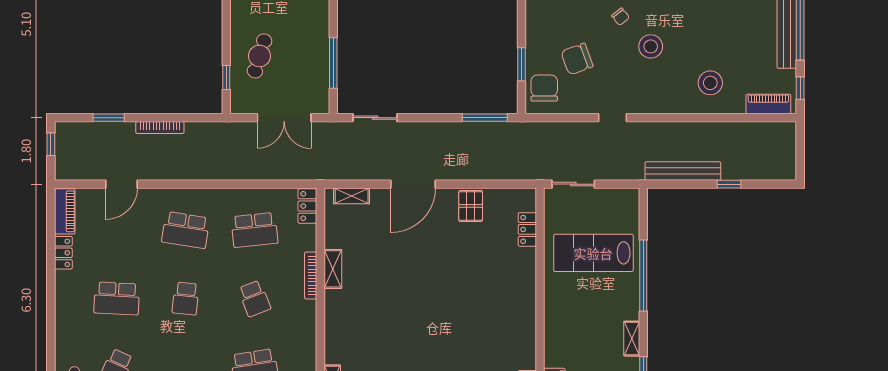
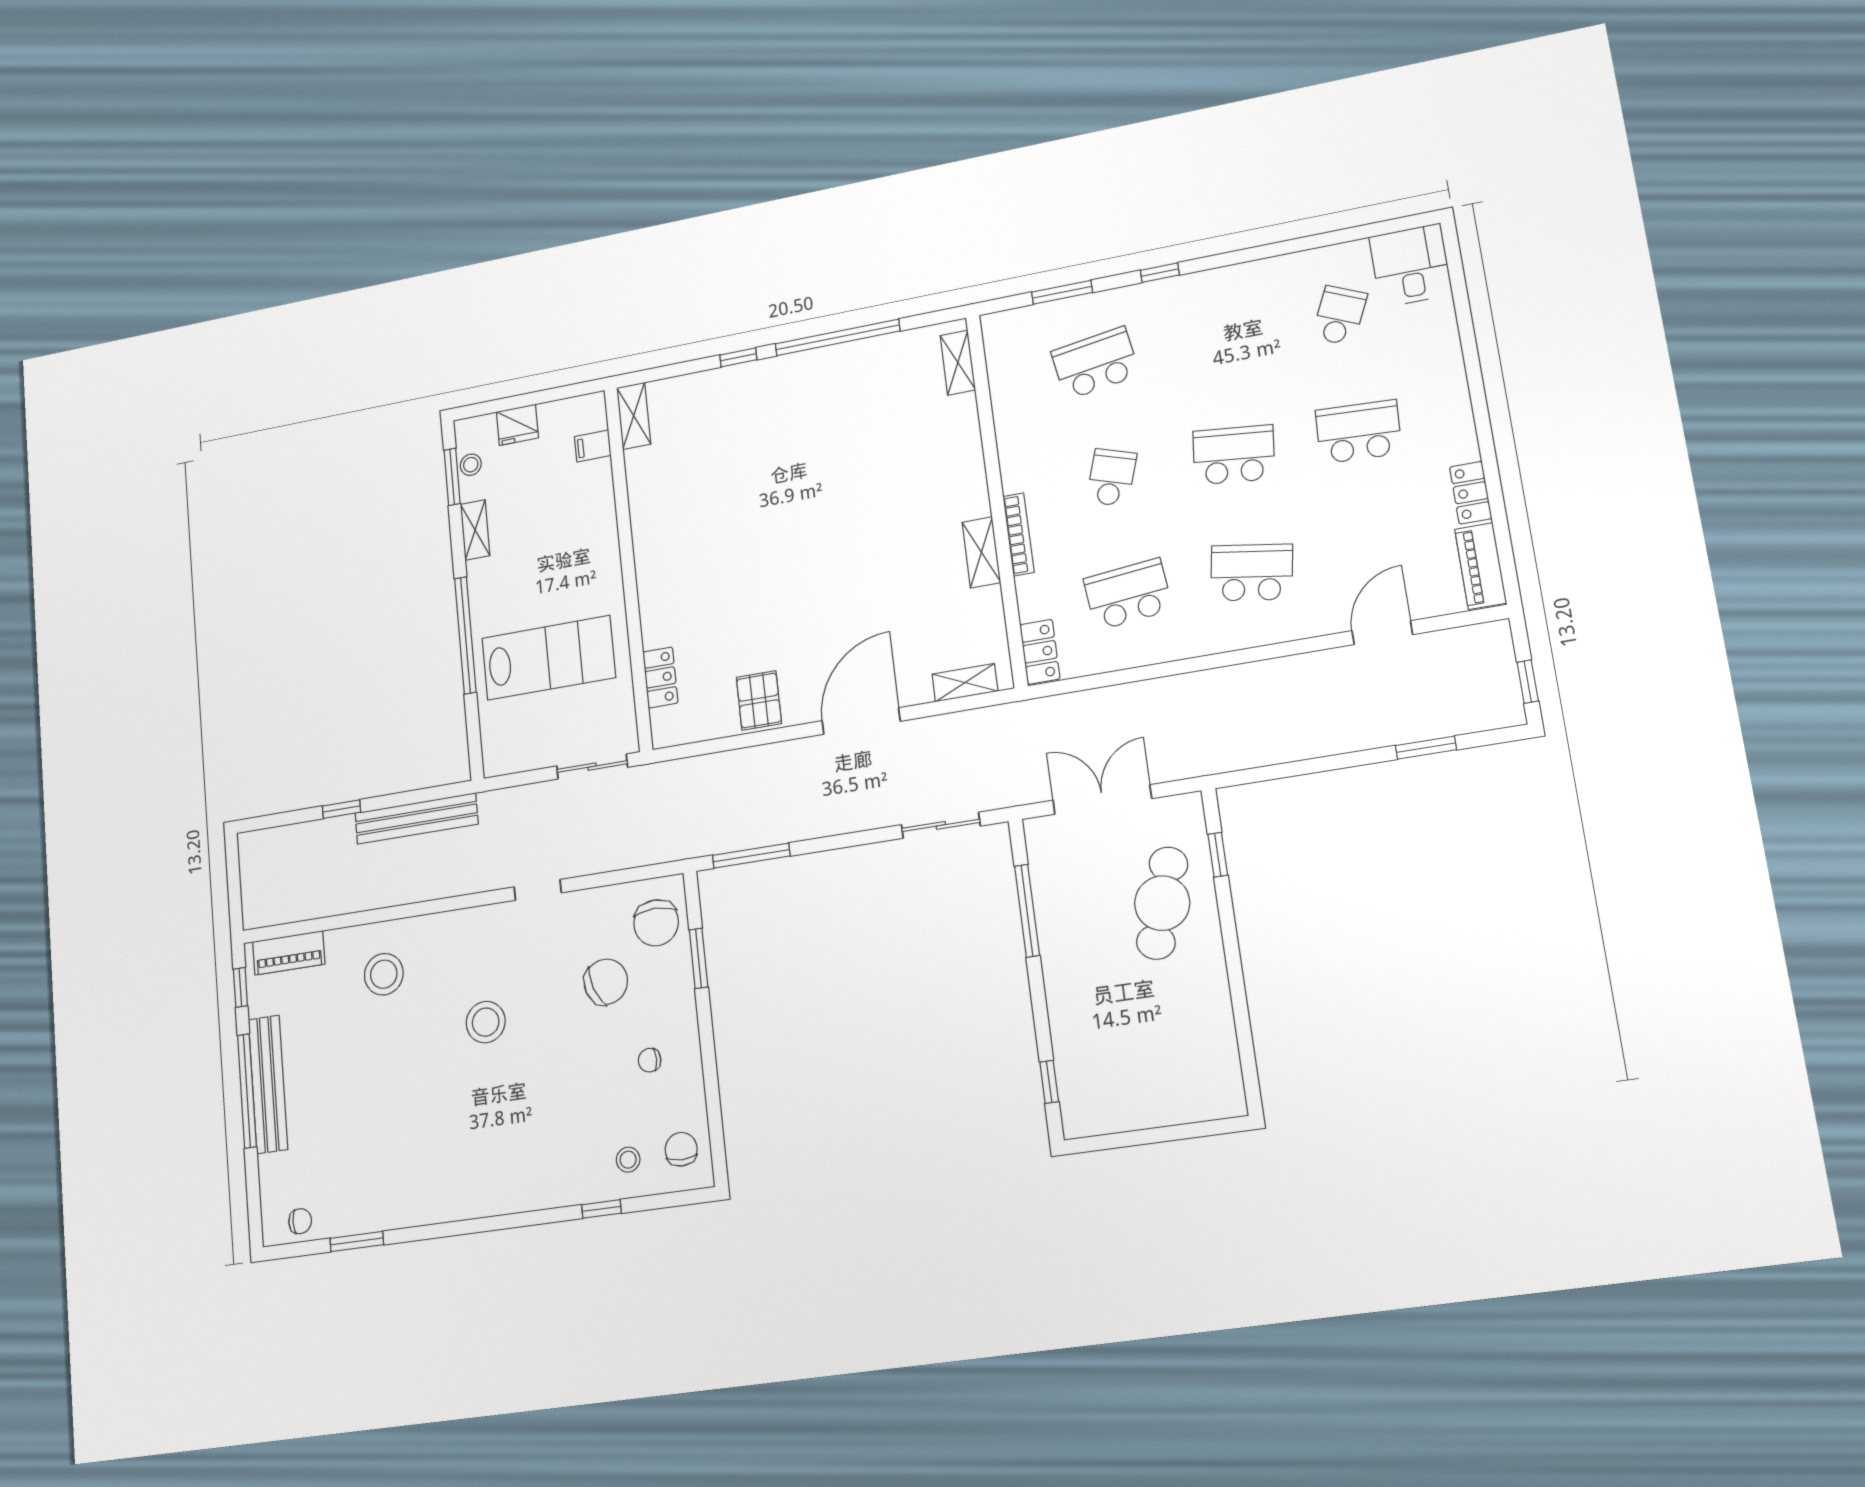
chair: (621, 17) -> (650, 1060), moved, turned -51
cafe table: (260, 56) -> (1162, 903), width x1.37, depth x1.35
bookcase: (160, 127) -> (1327, 745), removed
school desk: (186, 299) -> (1234, 455), width x1.85
school desk: (254, 299) -> (1111, 478), turned 39

